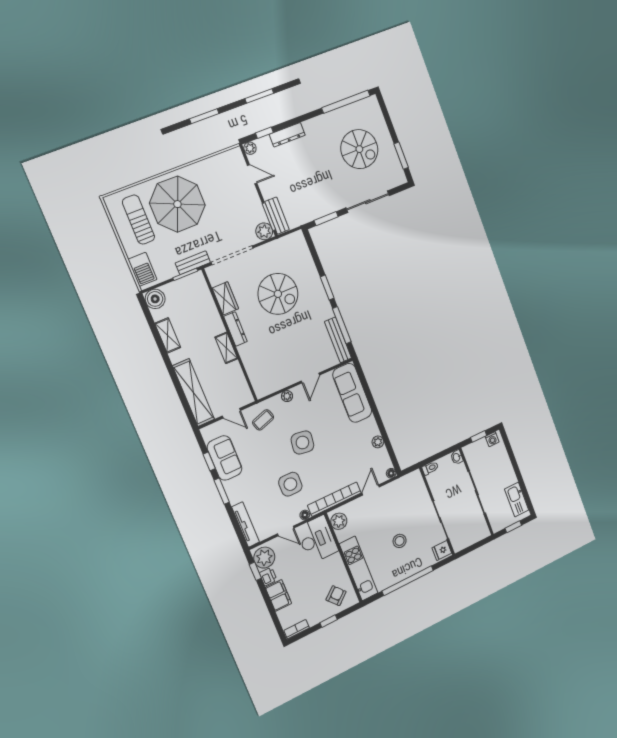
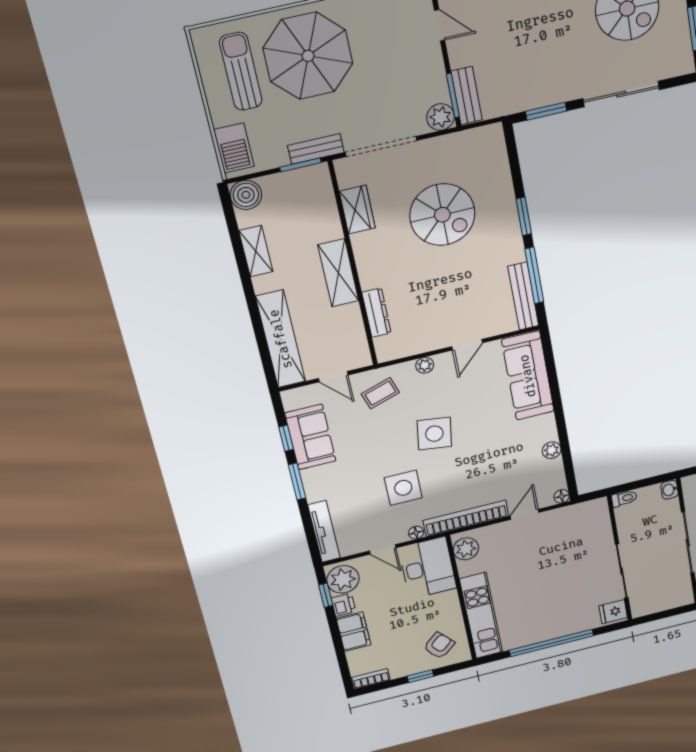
dresser: (235, 329) -> (376, 313), moved
shelving: (226, 348) -> (338, 273), width x1.50, depth x1.33
stool: (400, 541) -> (552, 589), removed

